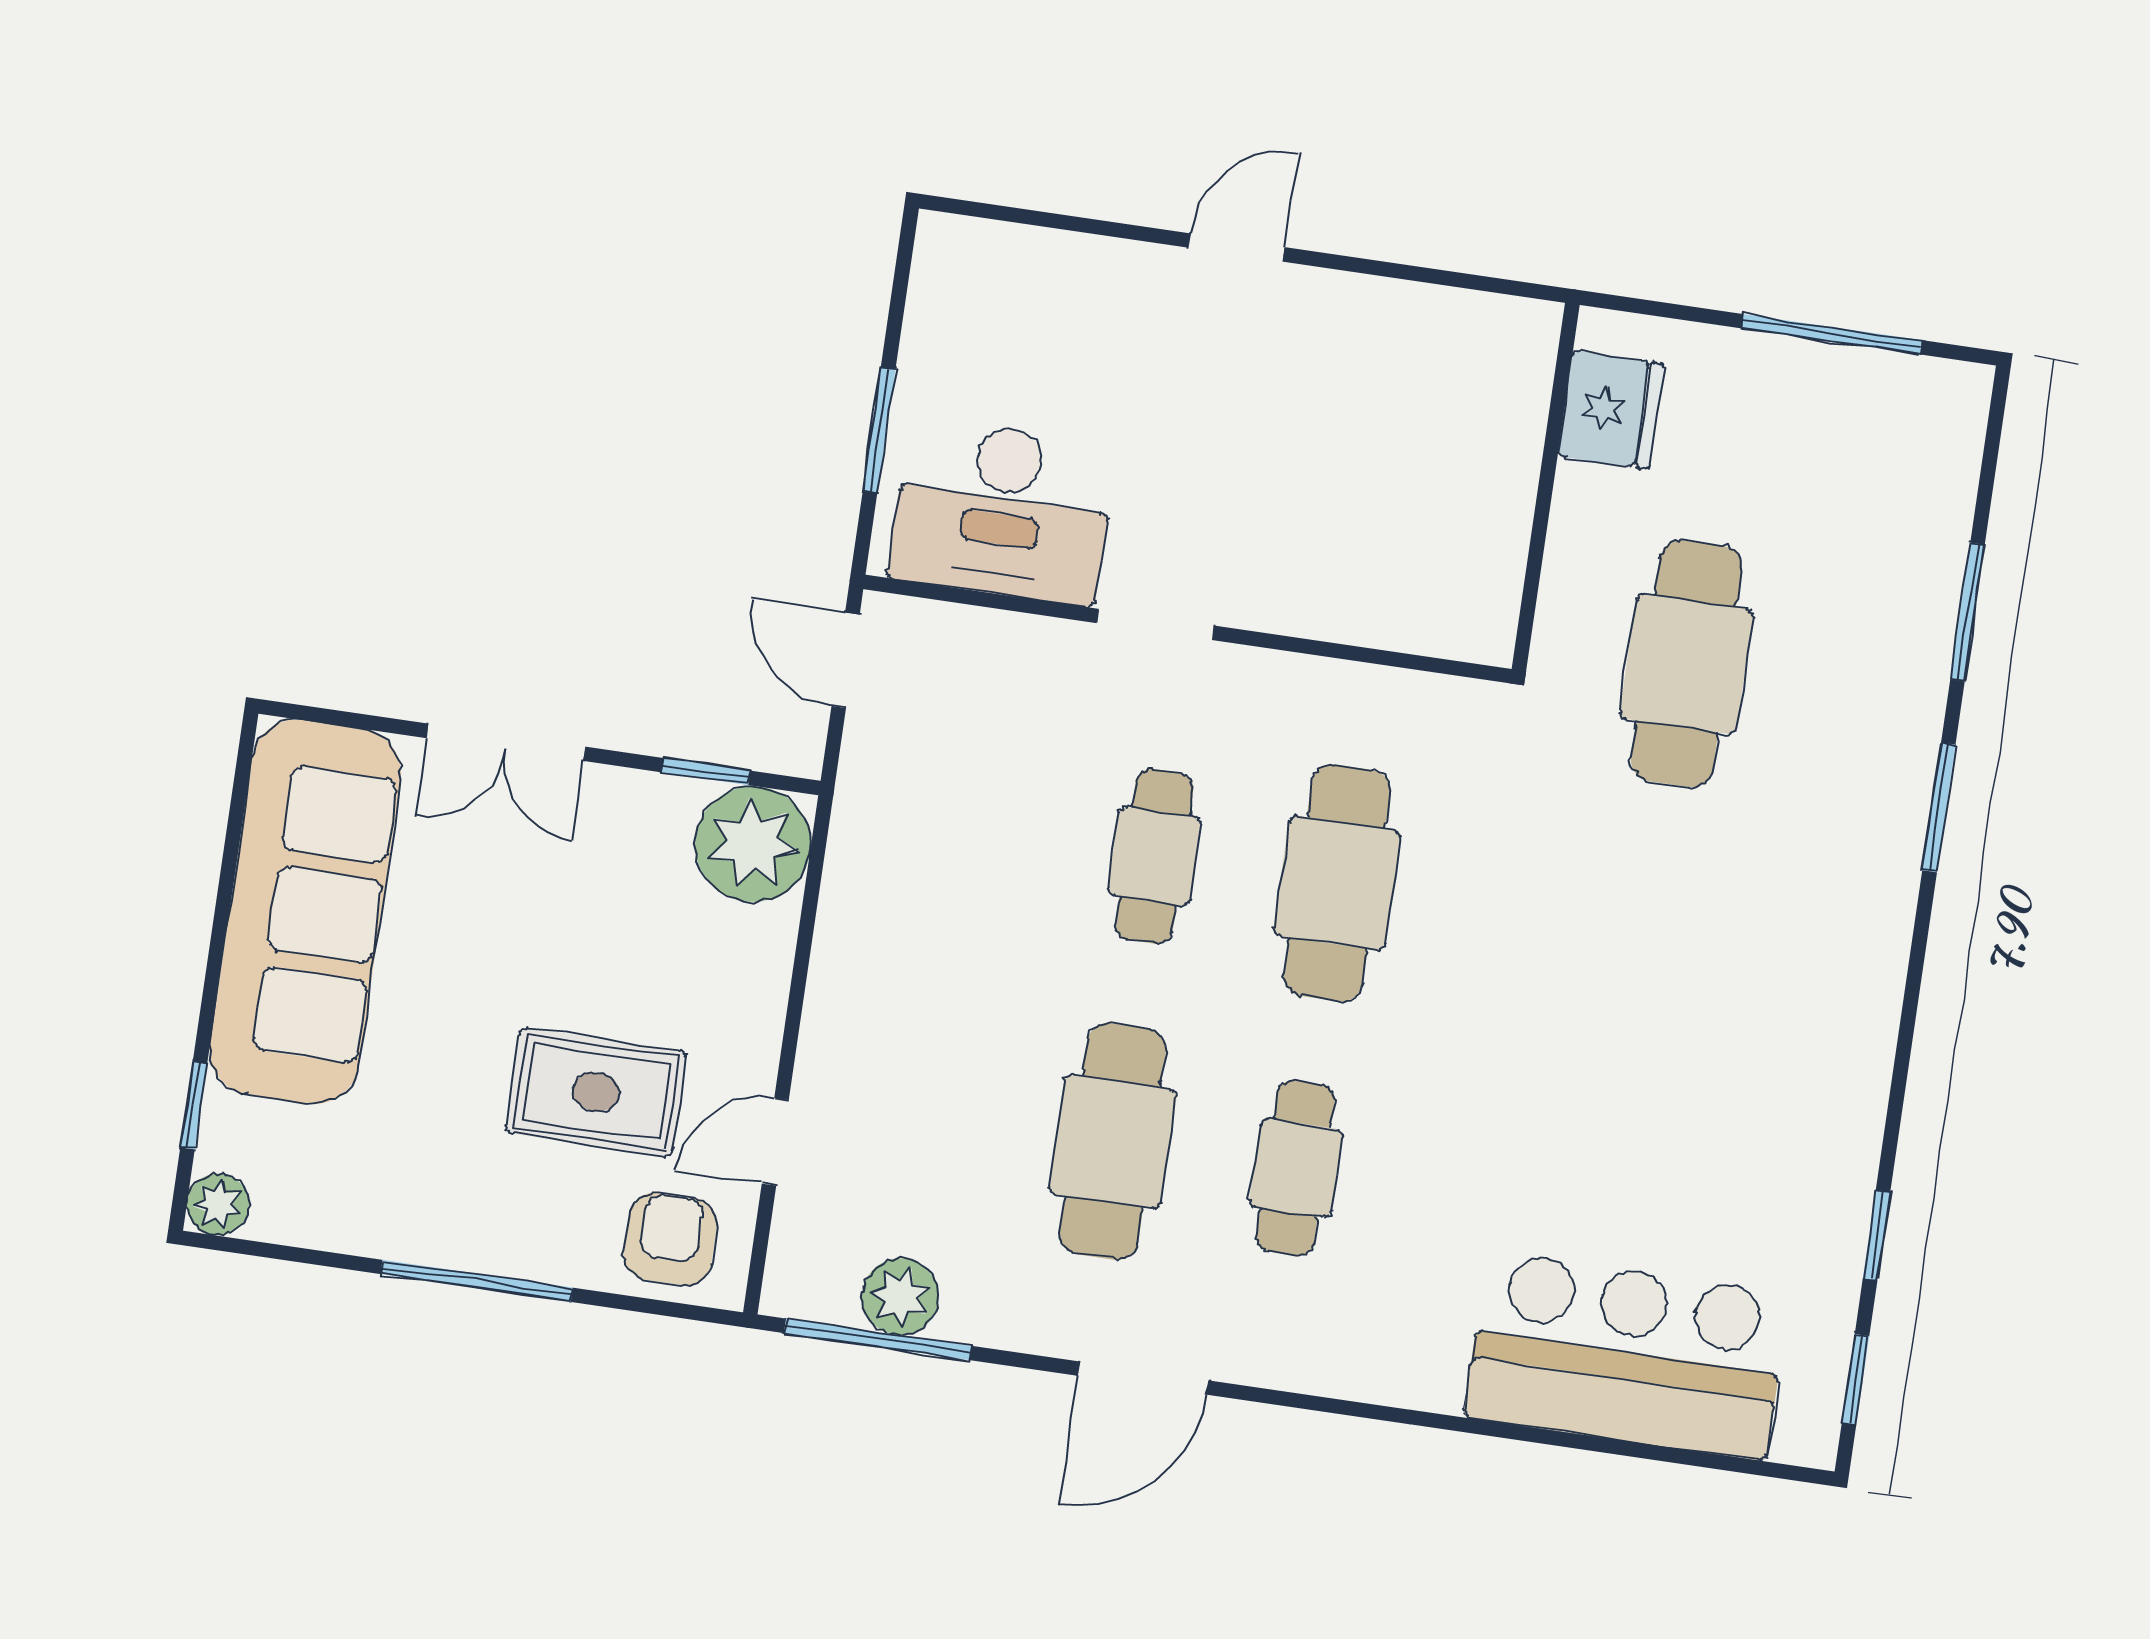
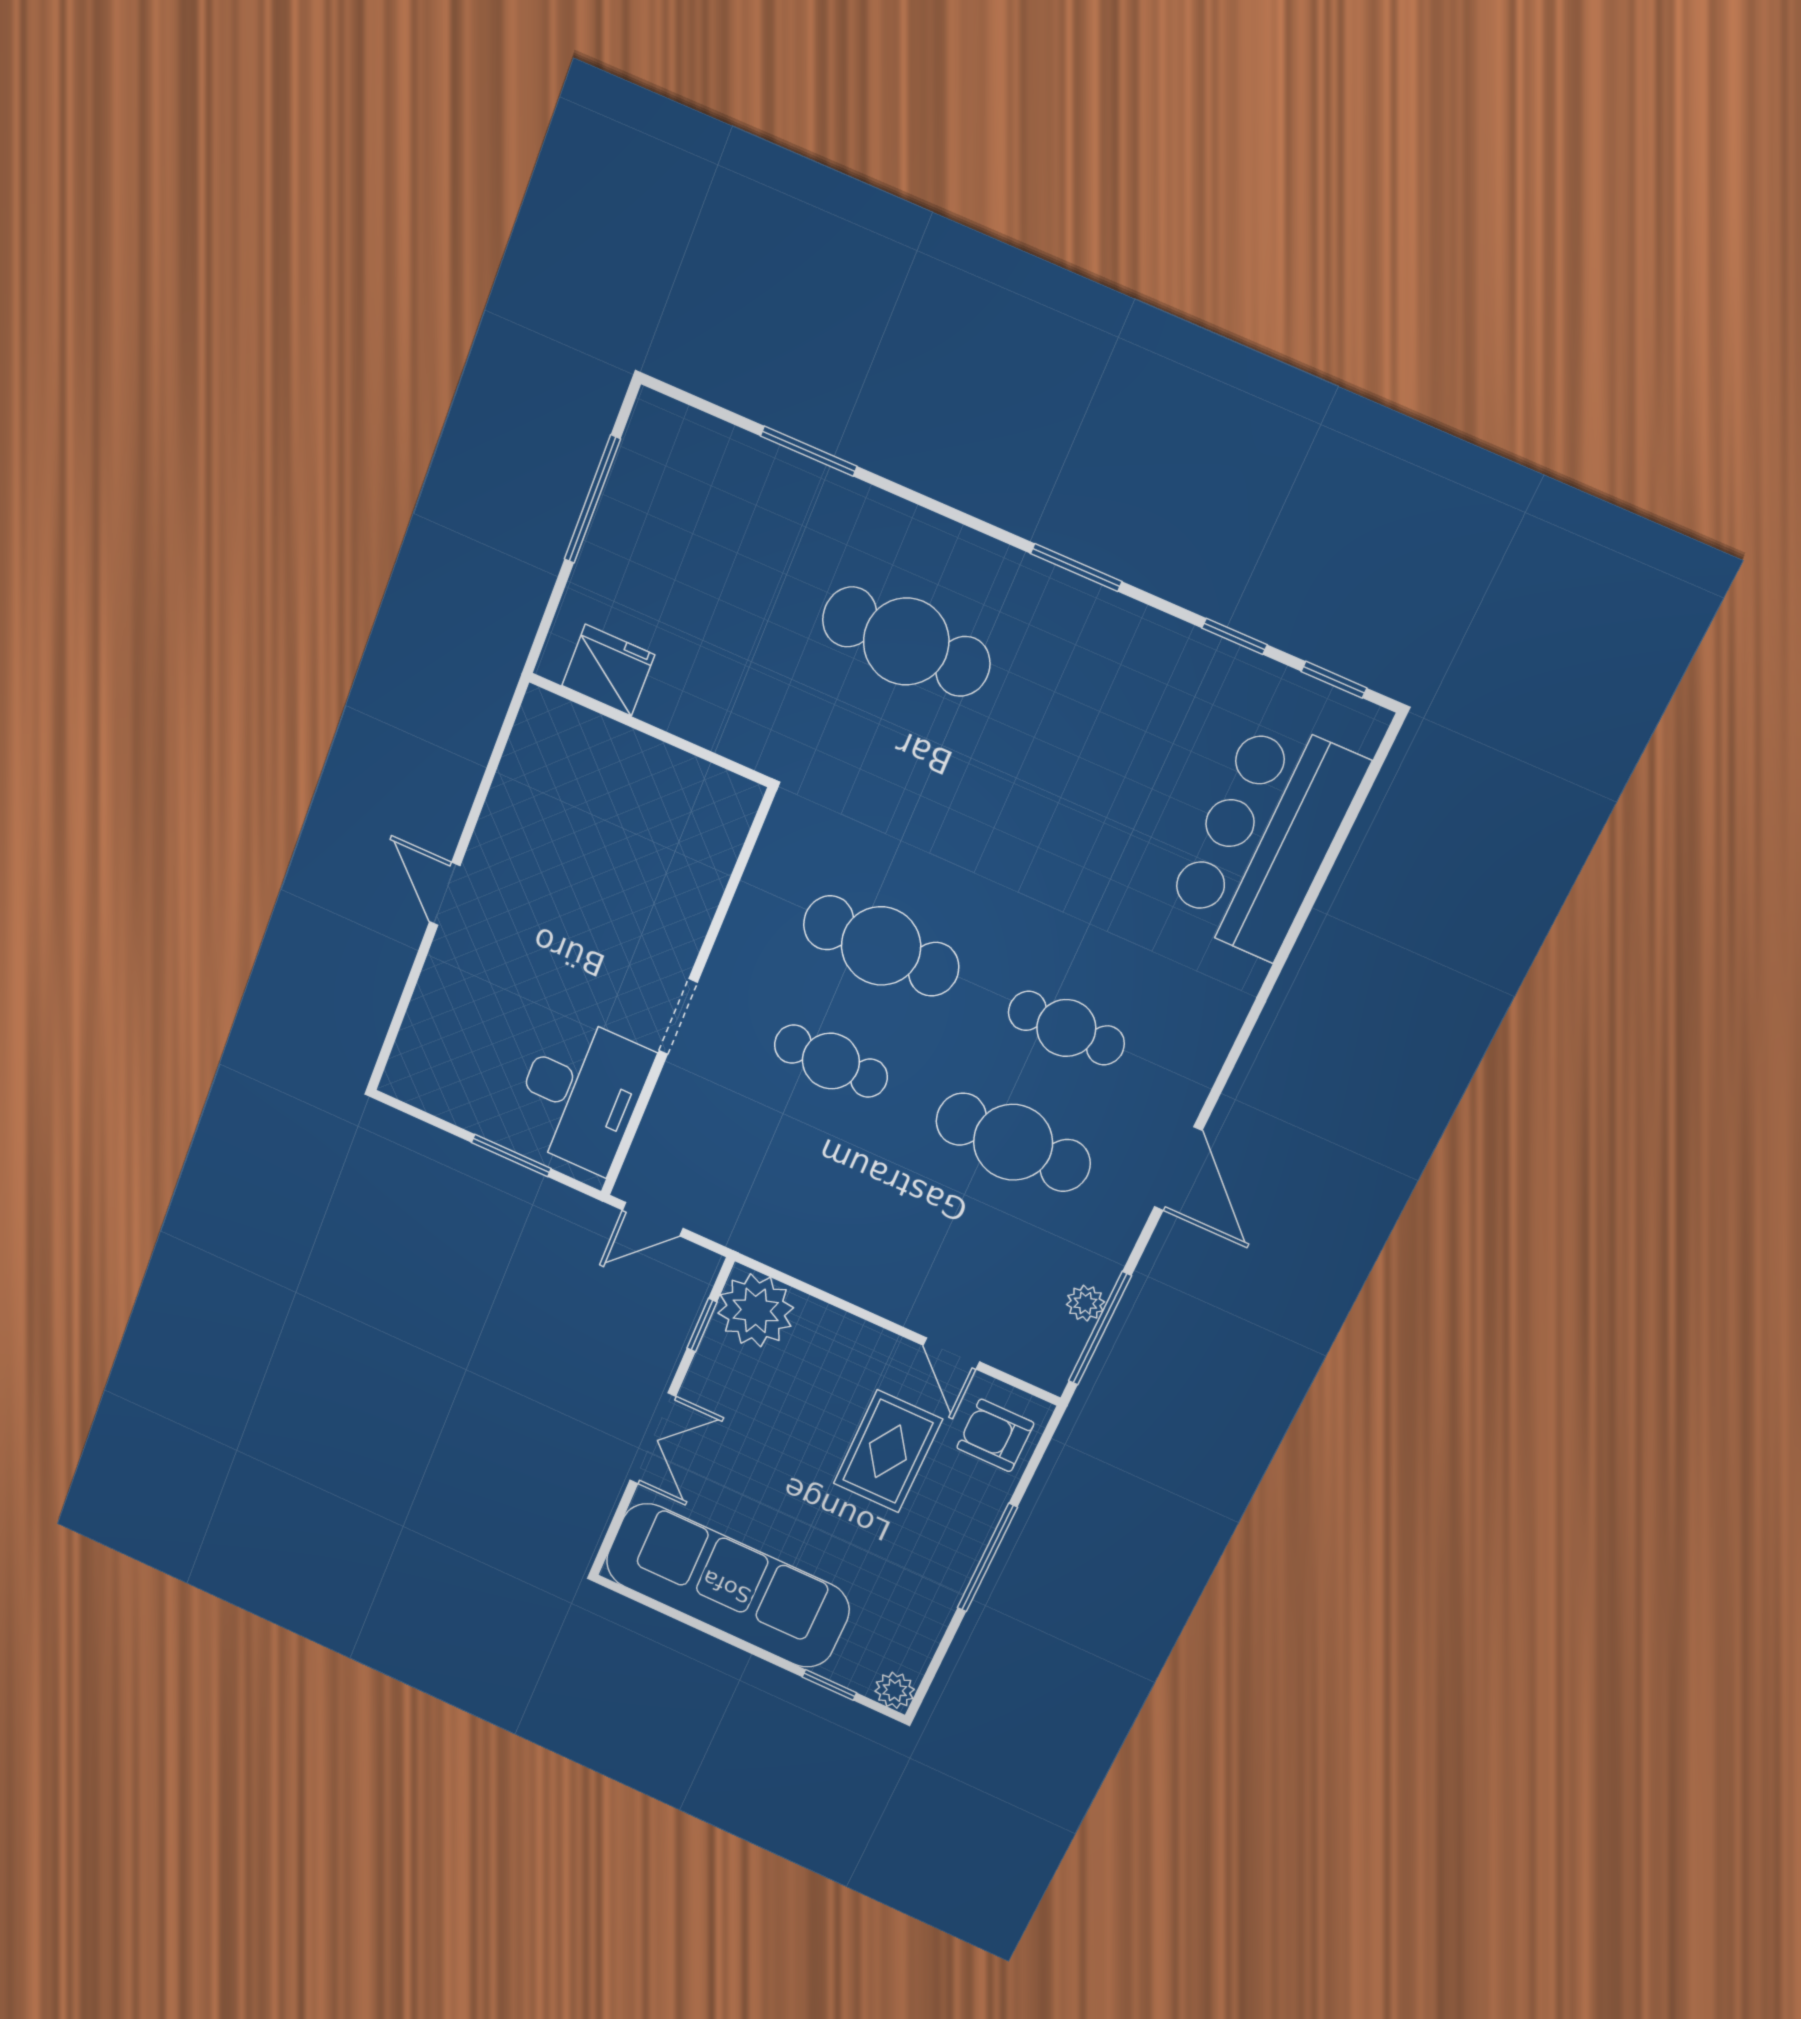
cafe table: (1686, 664) -> (906, 642), moved
window: (1939, 807) -> (1076, 568), moved
plant: (900, 1297) -> (1085, 1303), width x0.73, depth x0.73

